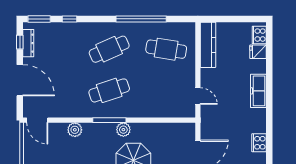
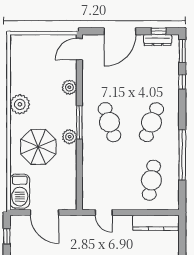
cafe table: (109, 49) -> (151, 122), turned 45
door: (198, 96) -> (104, 212), hinge flipped

